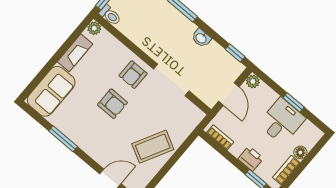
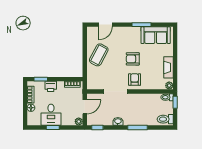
sofa: (51, 91) -> (156, 35), moved, turned -90
door: (229, 94) -> (85, 107), swing flipped

